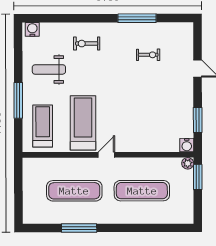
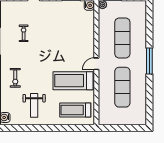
window: (18, 100) -> (56, 128), removed
door: (106, 155) -> (96, 64), hinge flipped
window: (79, 228) -> (149, 61), moved

